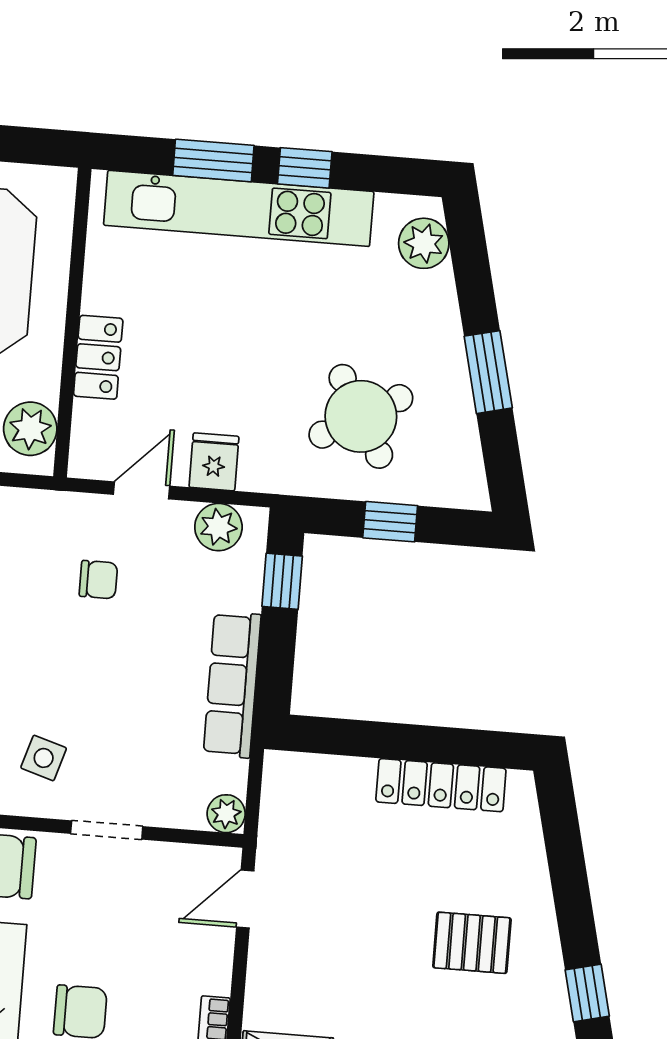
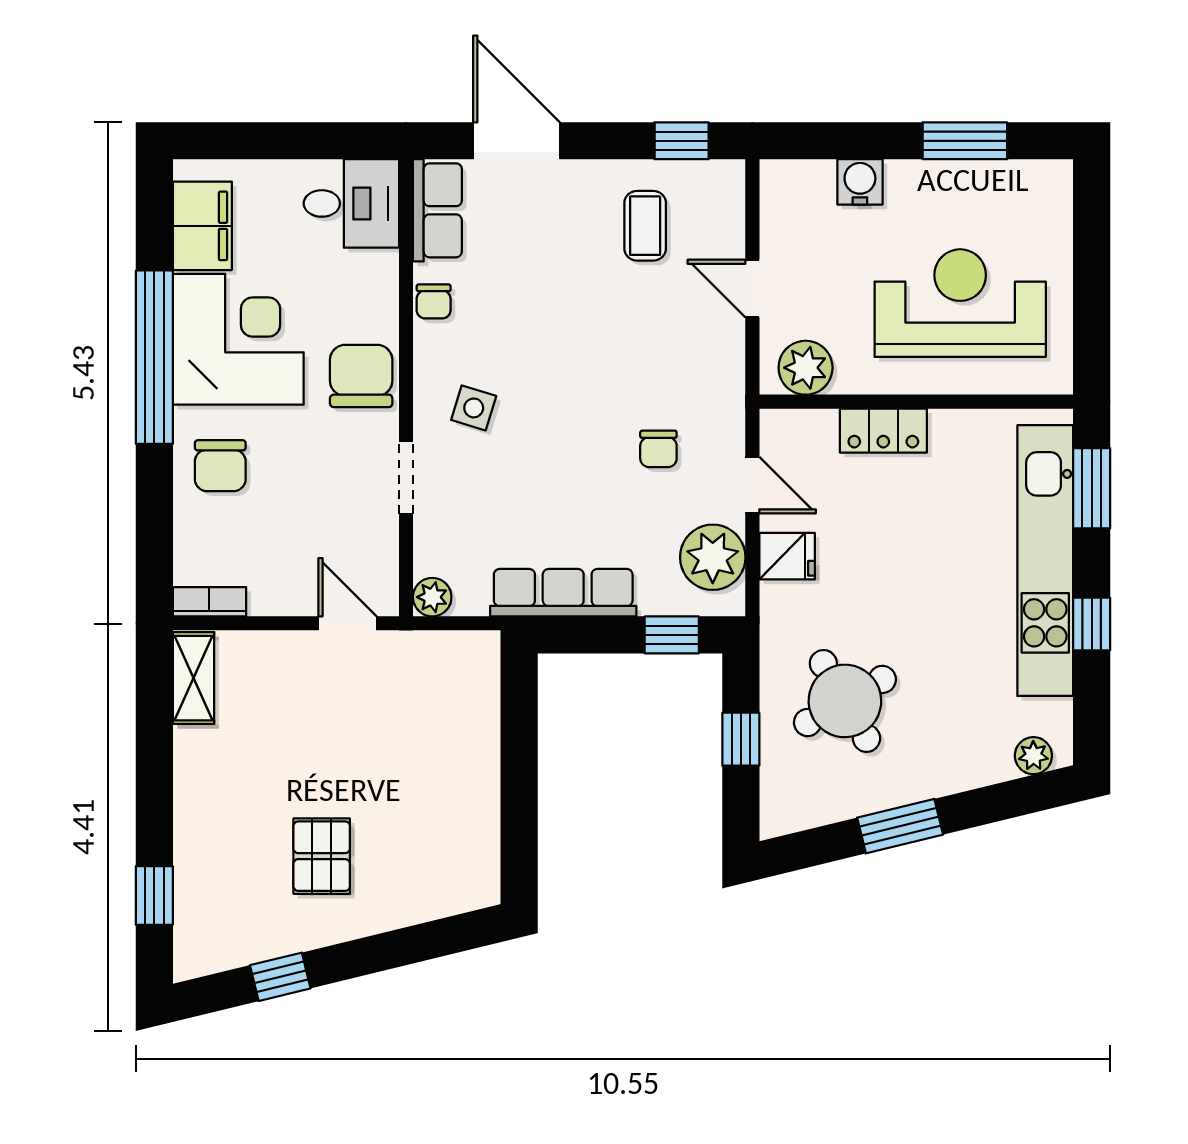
window: (213, 160) -> (1092, 488), moved
plant: (424, 243) -> (1033, 756), width x0.73, depth x0.73
plant: (218, 527) -> (713, 557), width x1.36, depth x1.36
locker: (441, 785) -> (479, 812), removed

